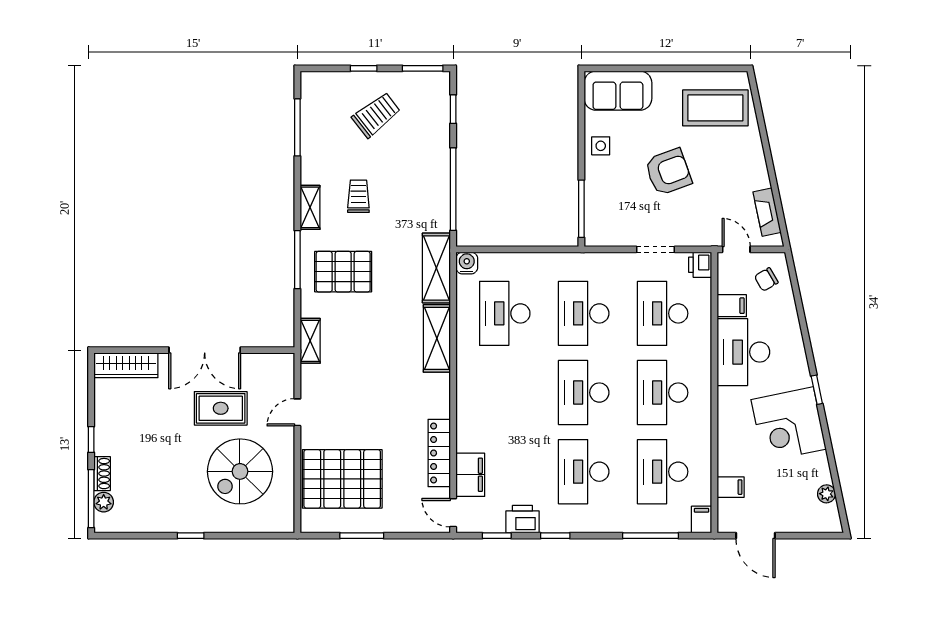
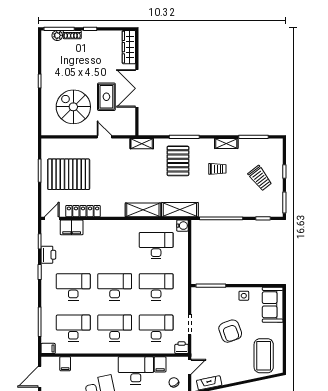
shelving: (310, 207) -> (226, 143), moved
pallet: (342, 479) -> (69, 174), moved, turned 90

